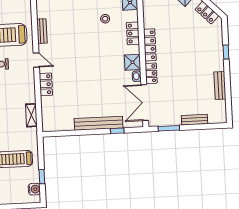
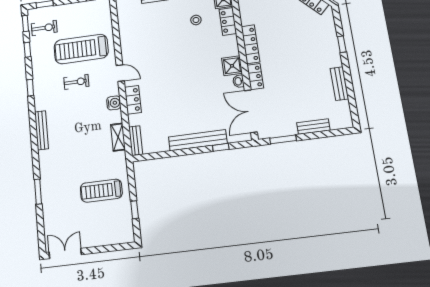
bench: (42, 31) -> (136, 141), moved
locker: (133, 33) -> (228, 21), moved
water cooler: (34, 189) -> (114, 103), moved

